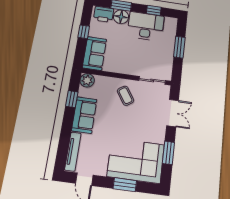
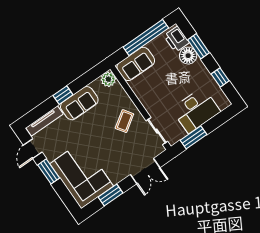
desk: (146, 26) -> (196, 110), moved, turned 90
window: (84, 32) -> (146, 38), width x3.17
window: (179, 47) -> (193, 137), moved
window: (72, 99) -> (63, 95), moved
window: (125, 185) -> (49, 171), moved

